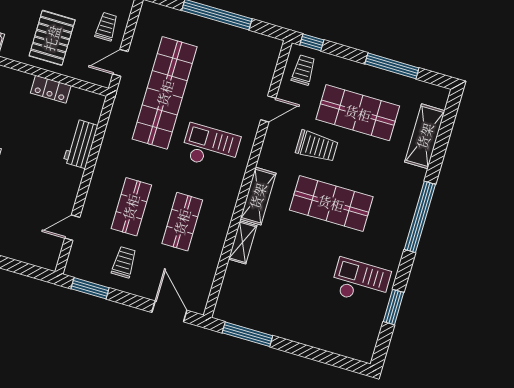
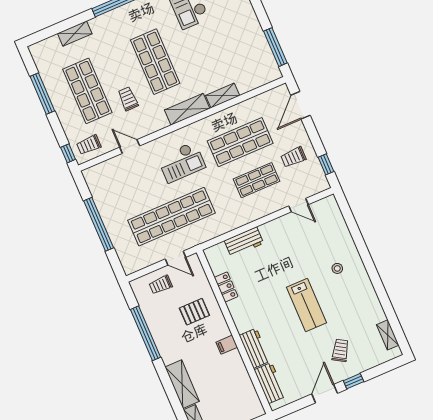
pallet: (52, 38) -> (194, 312), width x0.67, depth x0.71
shelving: (425, 136) -> (75, 34), width x0.67, depth x0.75
trolley: (317, 146) -> (128, 99), width x0.73, depth x0.72
checkout: (211, 147) -> (181, 162), turned -90
shop shelf: (182, 222) -> (240, 142), width x1.43, depth x1.36
window: (90, 288) -> (326, 164), width x0.67

